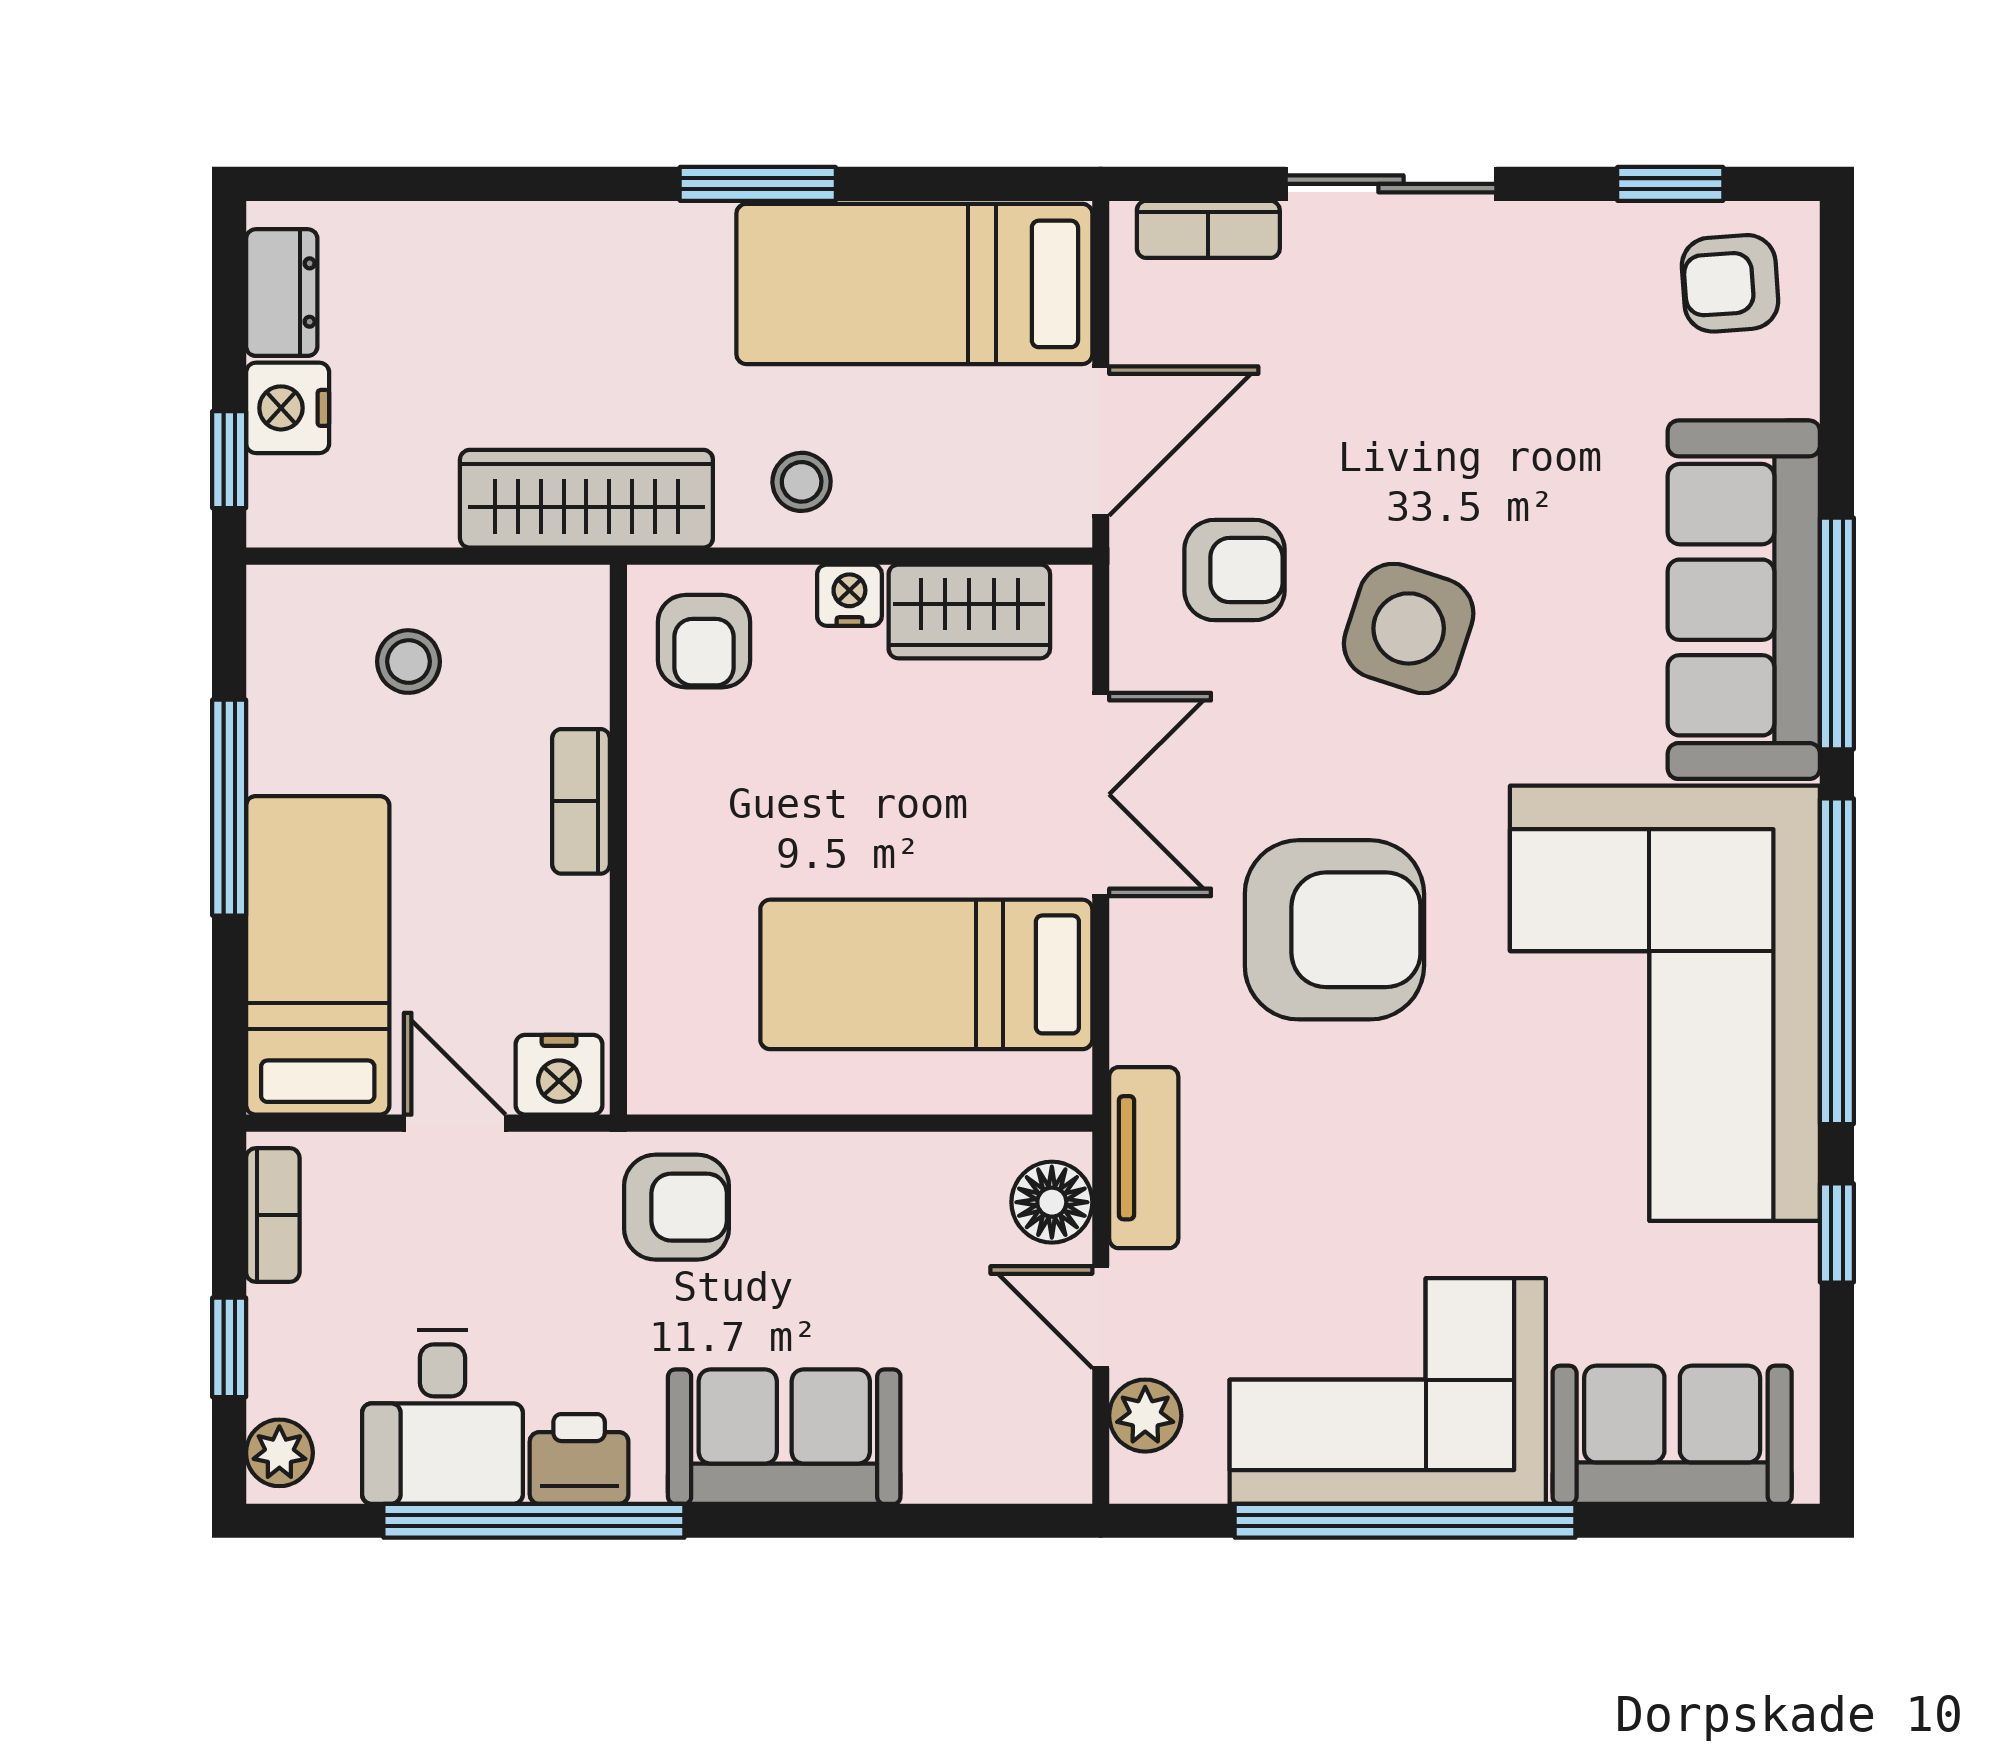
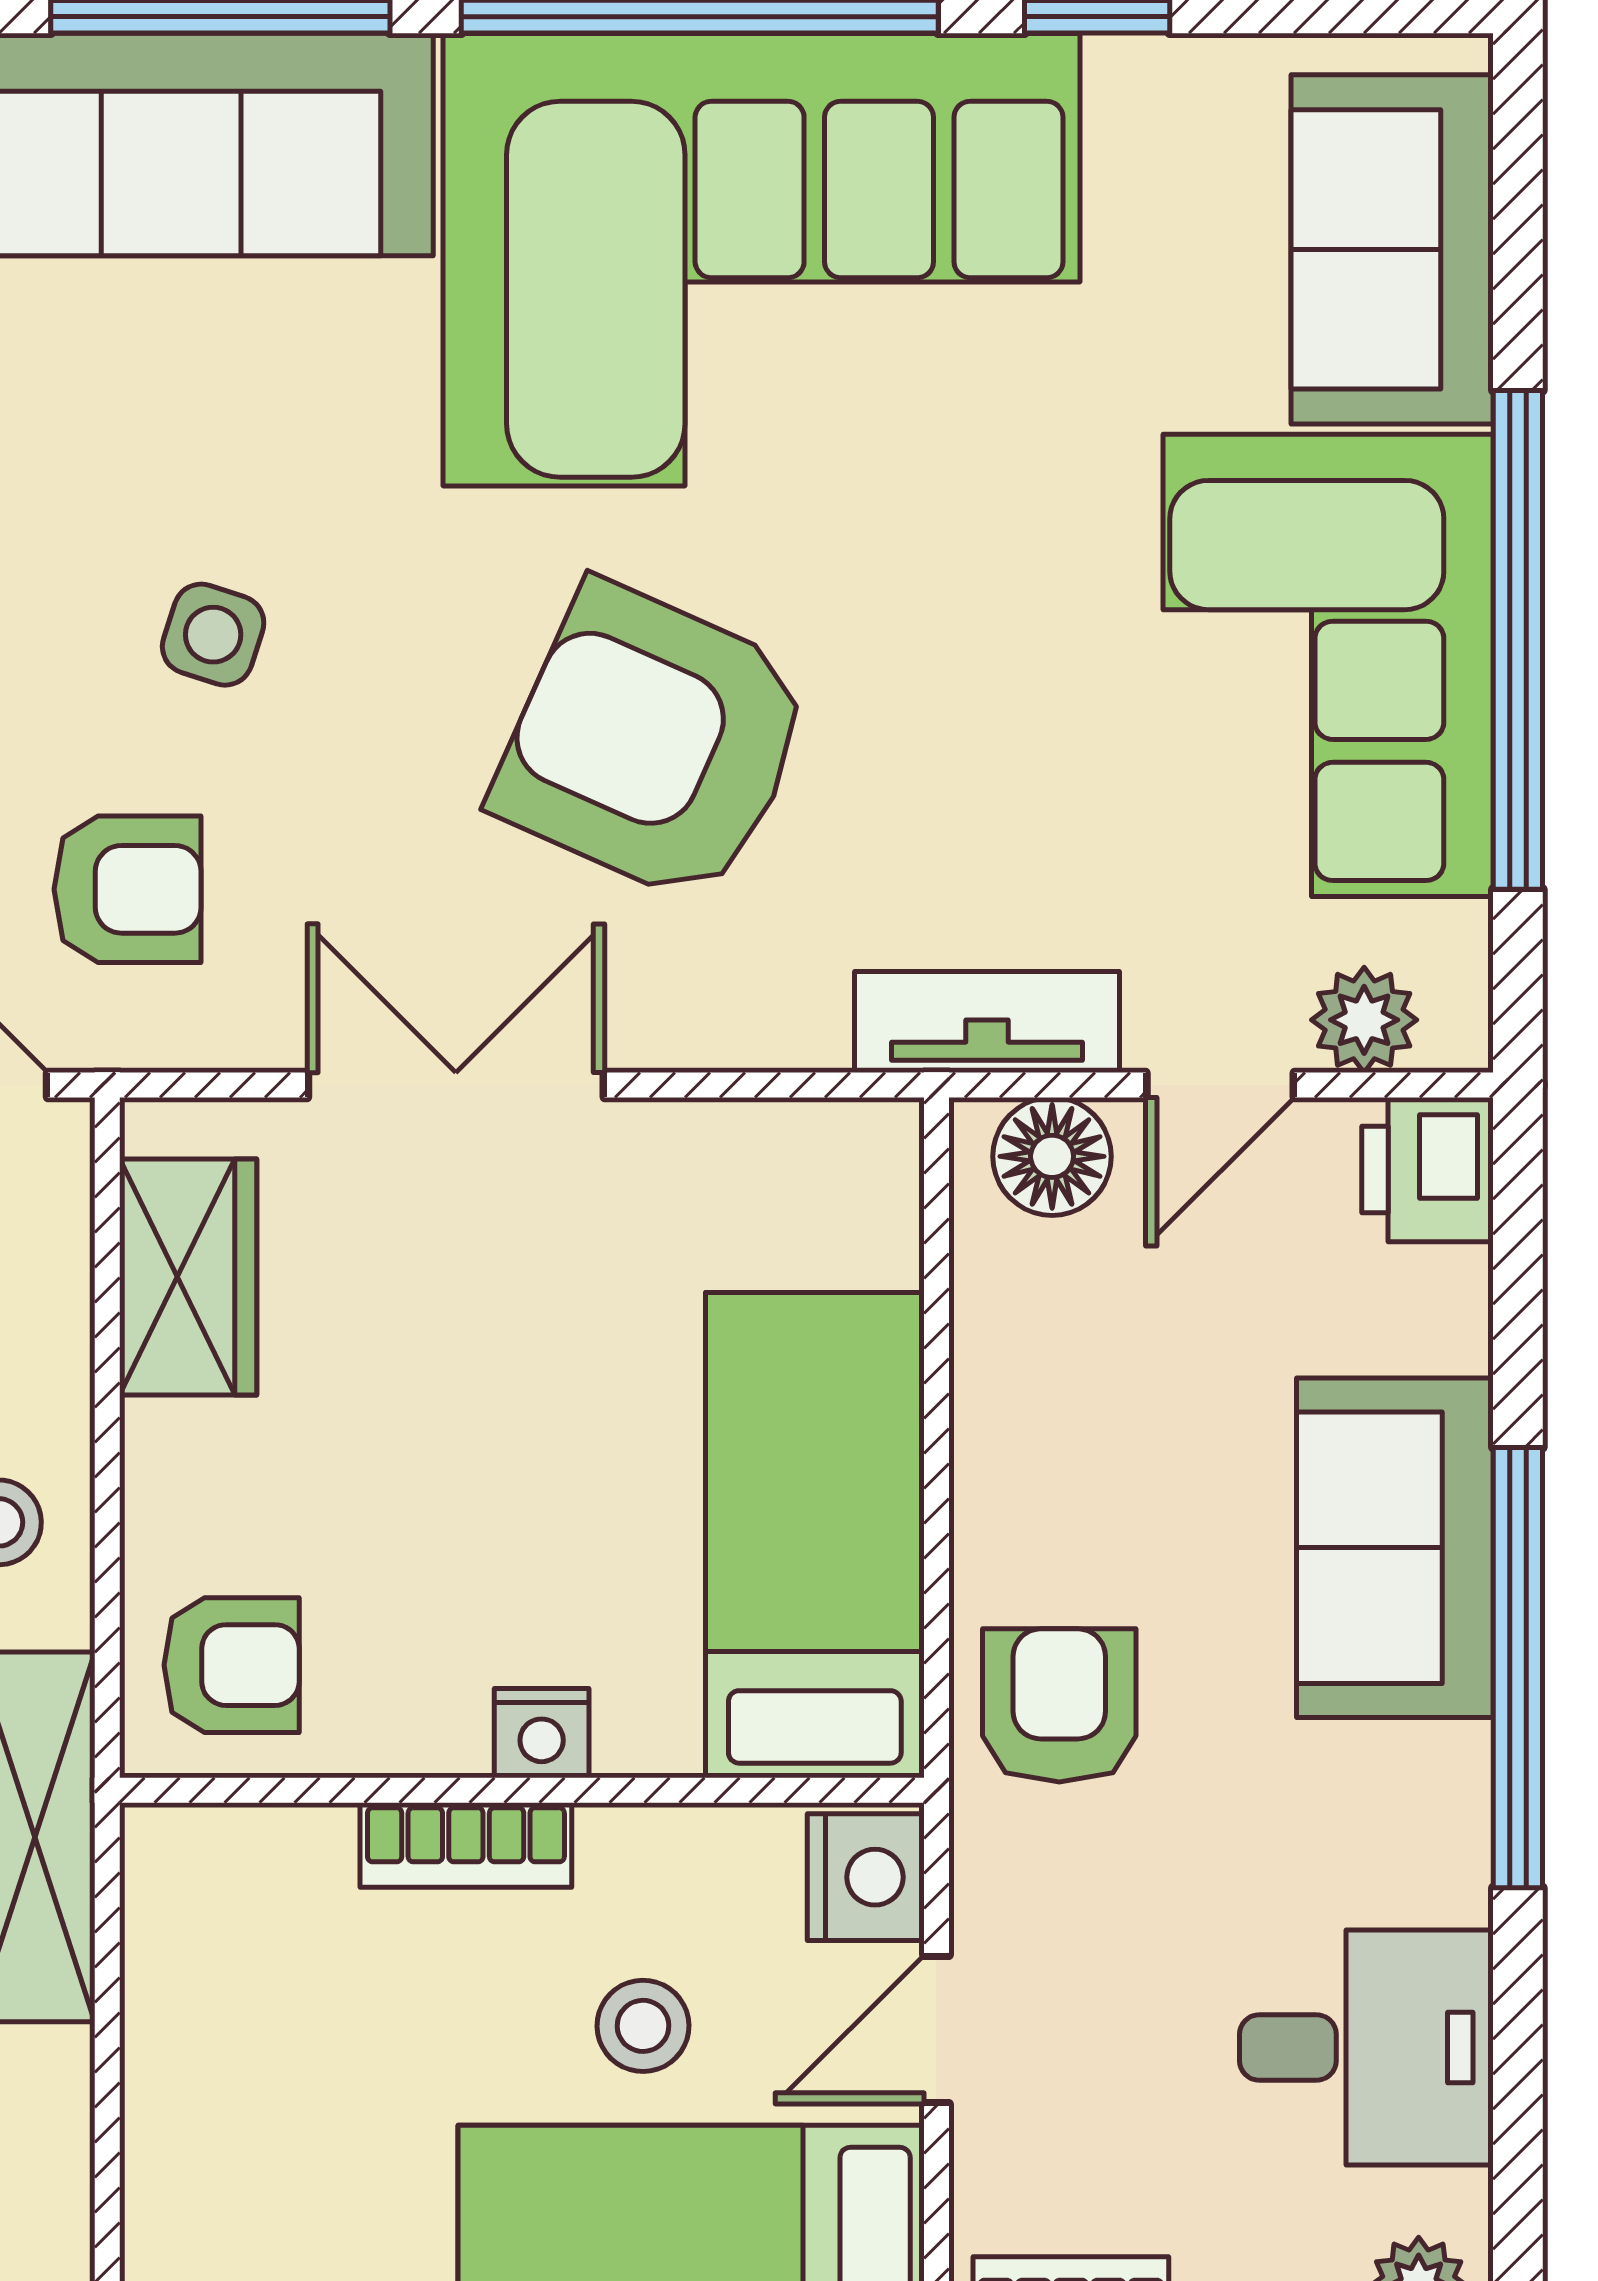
armchair: (1235, 570) -> (128, 889), turned 90
nightstand: (849, 595) -> (542, 1733), moved, turned -90
side table: (1409, 628) -> (213, 635), width x0.54, depth x0.54
stool: (408, 662) -> (643, 2026), moved
armchair: (1334, 930) -> (654, 743), turned -66
bed: (926, 974) -> (815, 1535), moved, turned 180
printer: (579, 1459) -> (1428, 1170), moved
window: (534, 1521) -> (1518, 1668), moved

